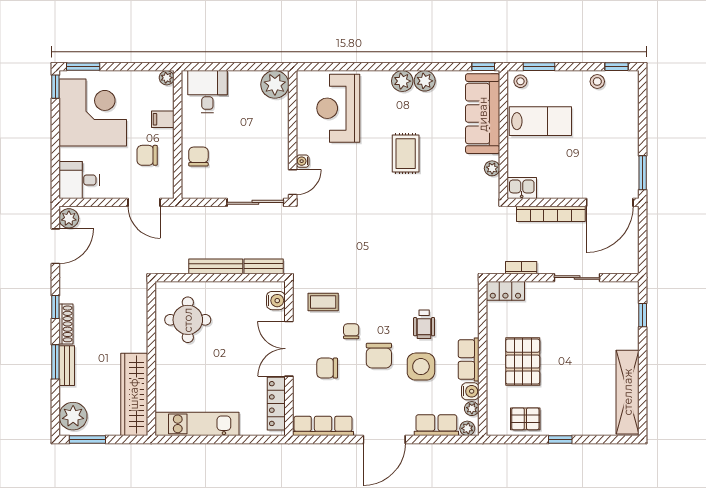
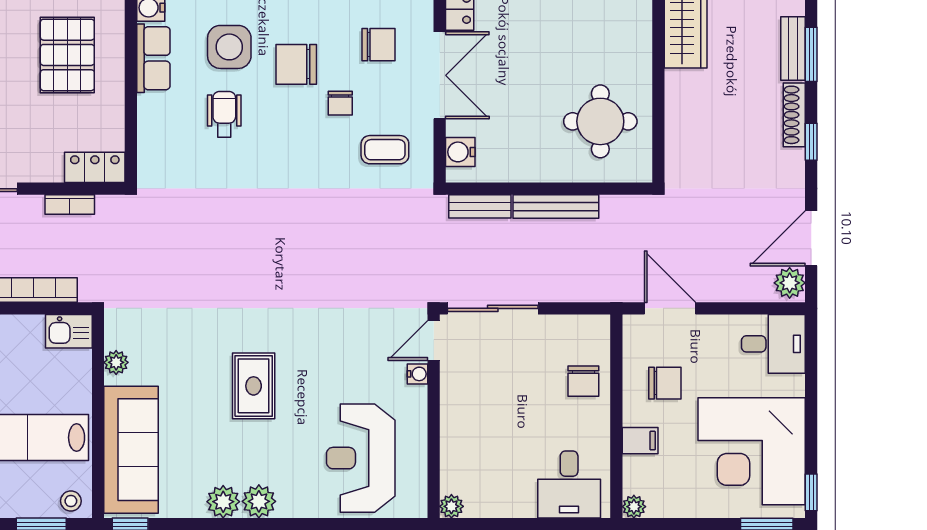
plant: (275, 84) -> (451, 506), width x0.53, depth x0.53
reception desk: (338, 108) -> (361, 458), turned 180
chair: (379, 356) -> (296, 64), turned -90

